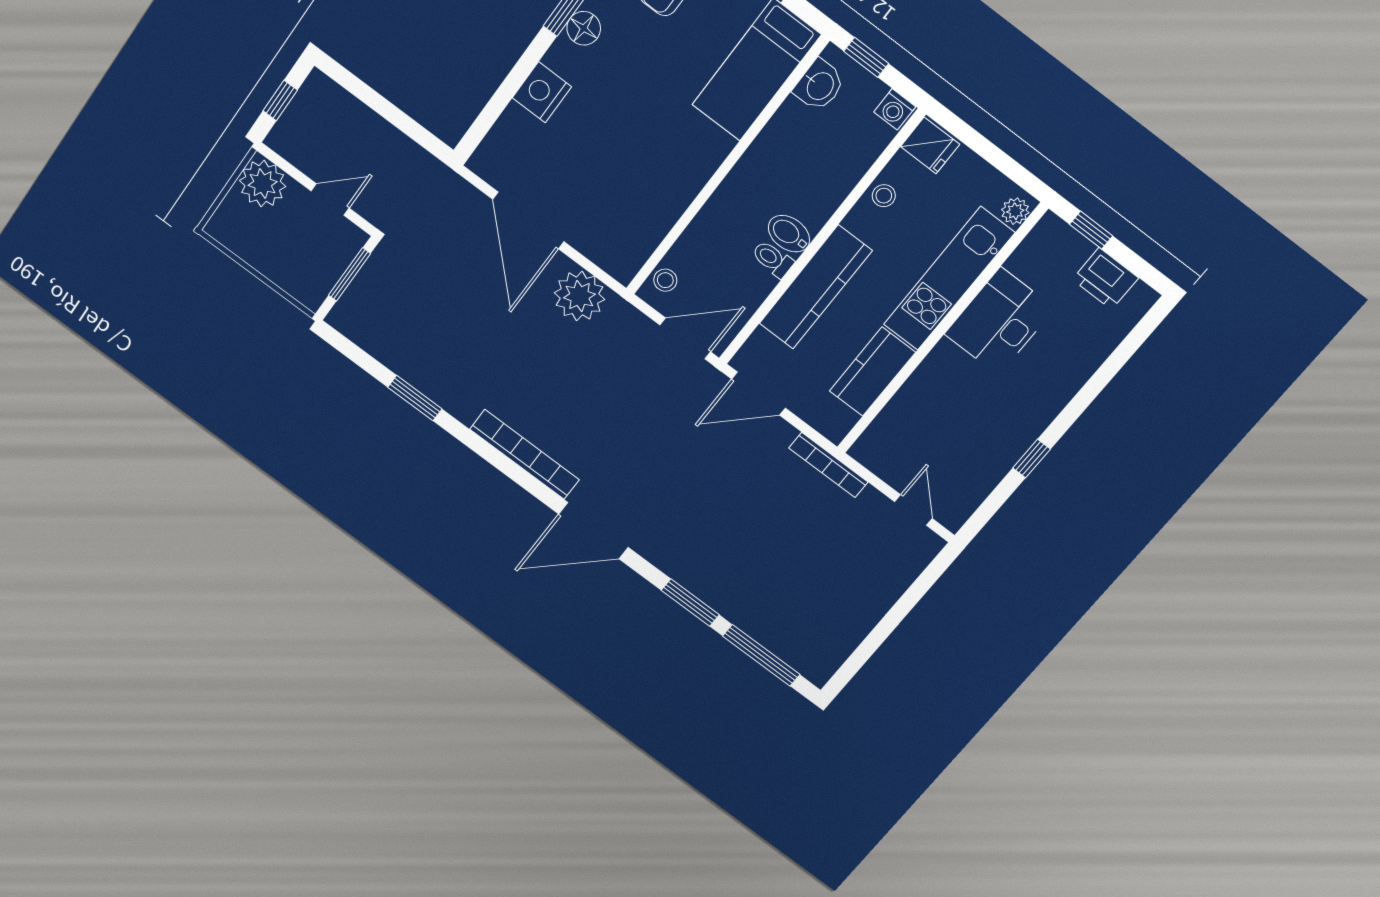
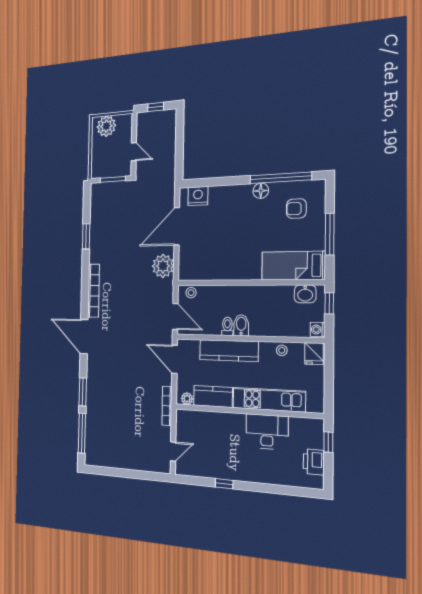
nightstand: (542, 92) -> (198, 196), moved
plant: (263, 184) -> (106, 126), moved
plant: (1015, 211) -> (187, 399), moved

